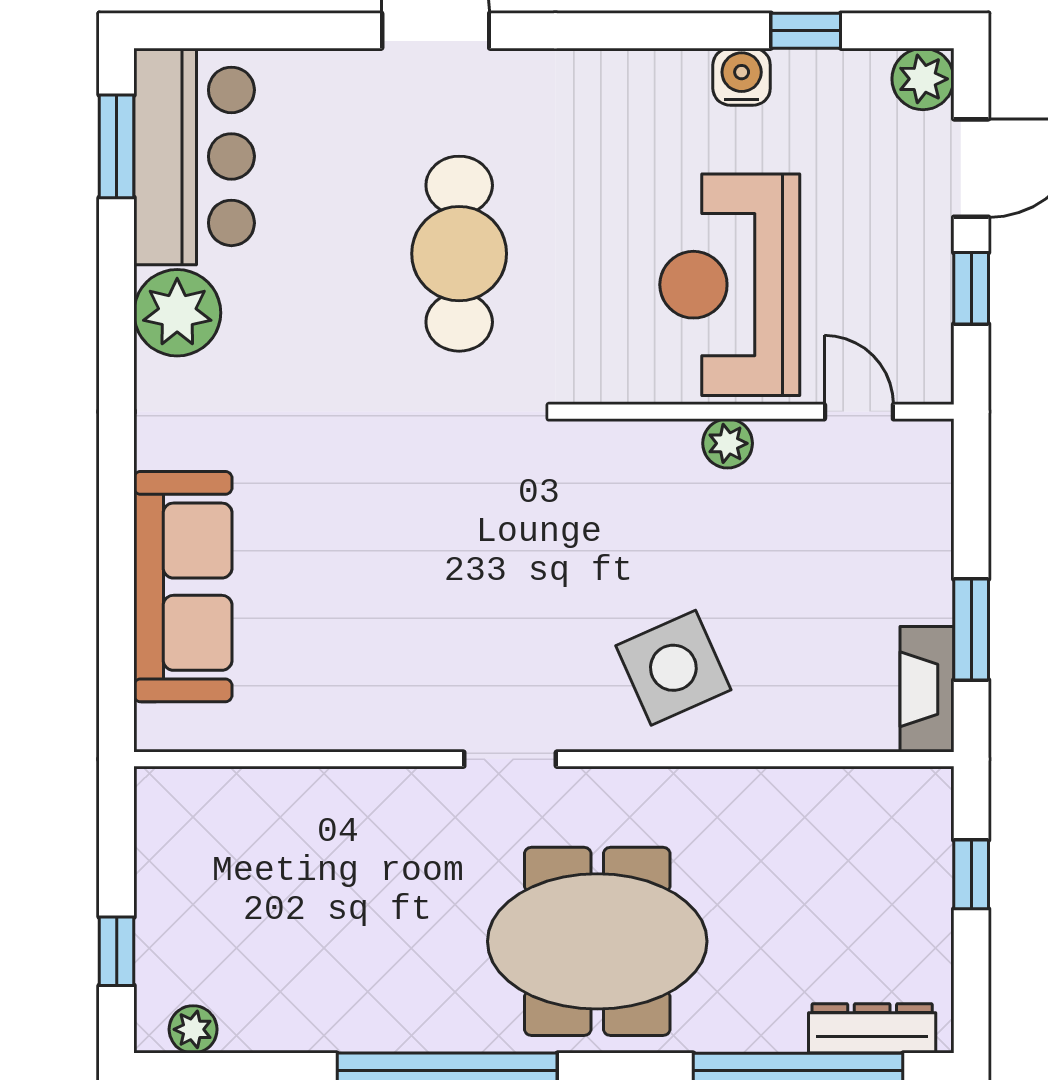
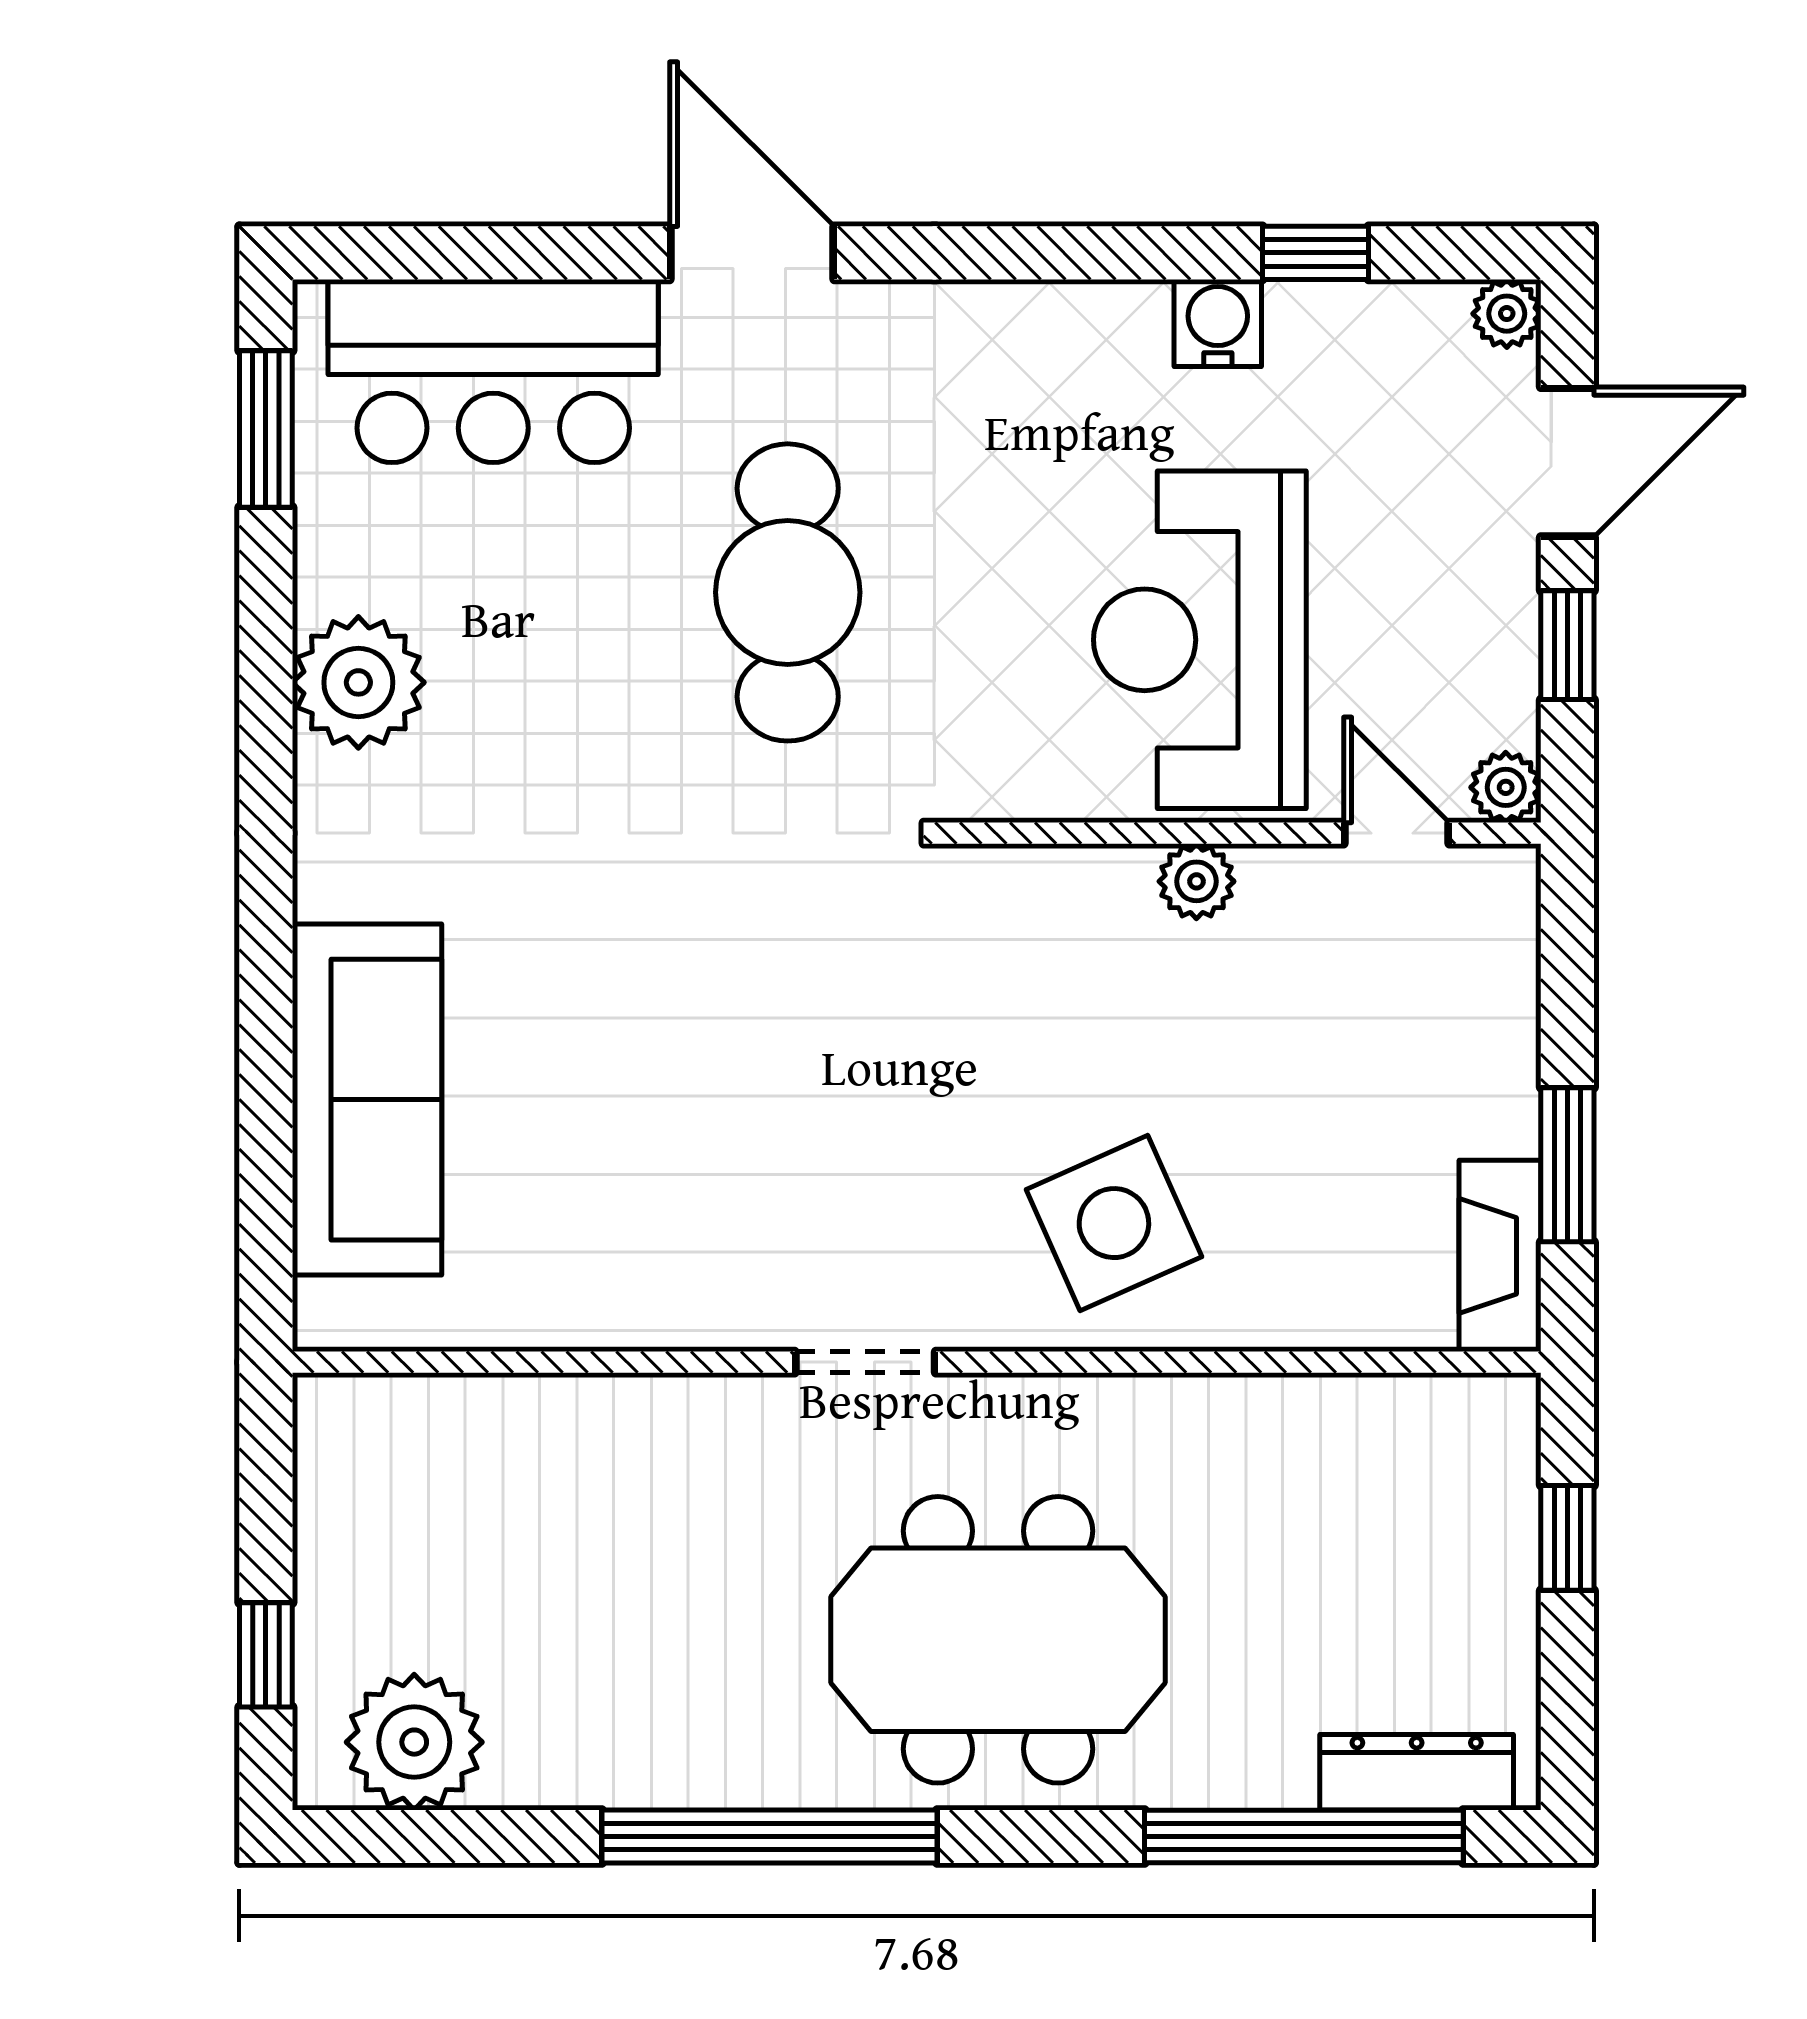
plant: (923, 79) -> (1507, 314), width x0.73, depth x0.73
bar counter: (194, 156) -> (493, 371), moved, turned 90
plant: (931, 382) -> (1506, 787), added
plant: (193, 1029) -> (414, 1742), width x1.87, depth x1.87

